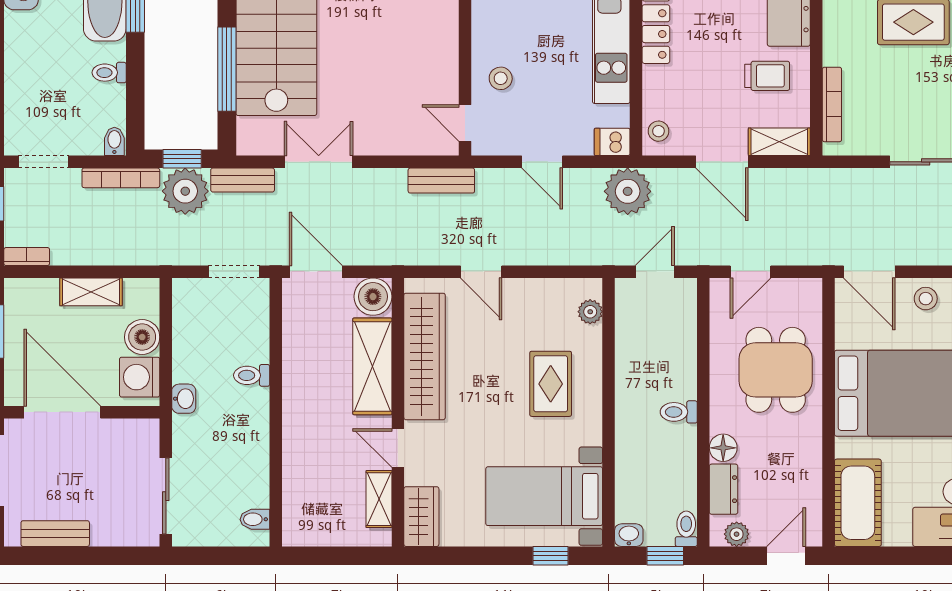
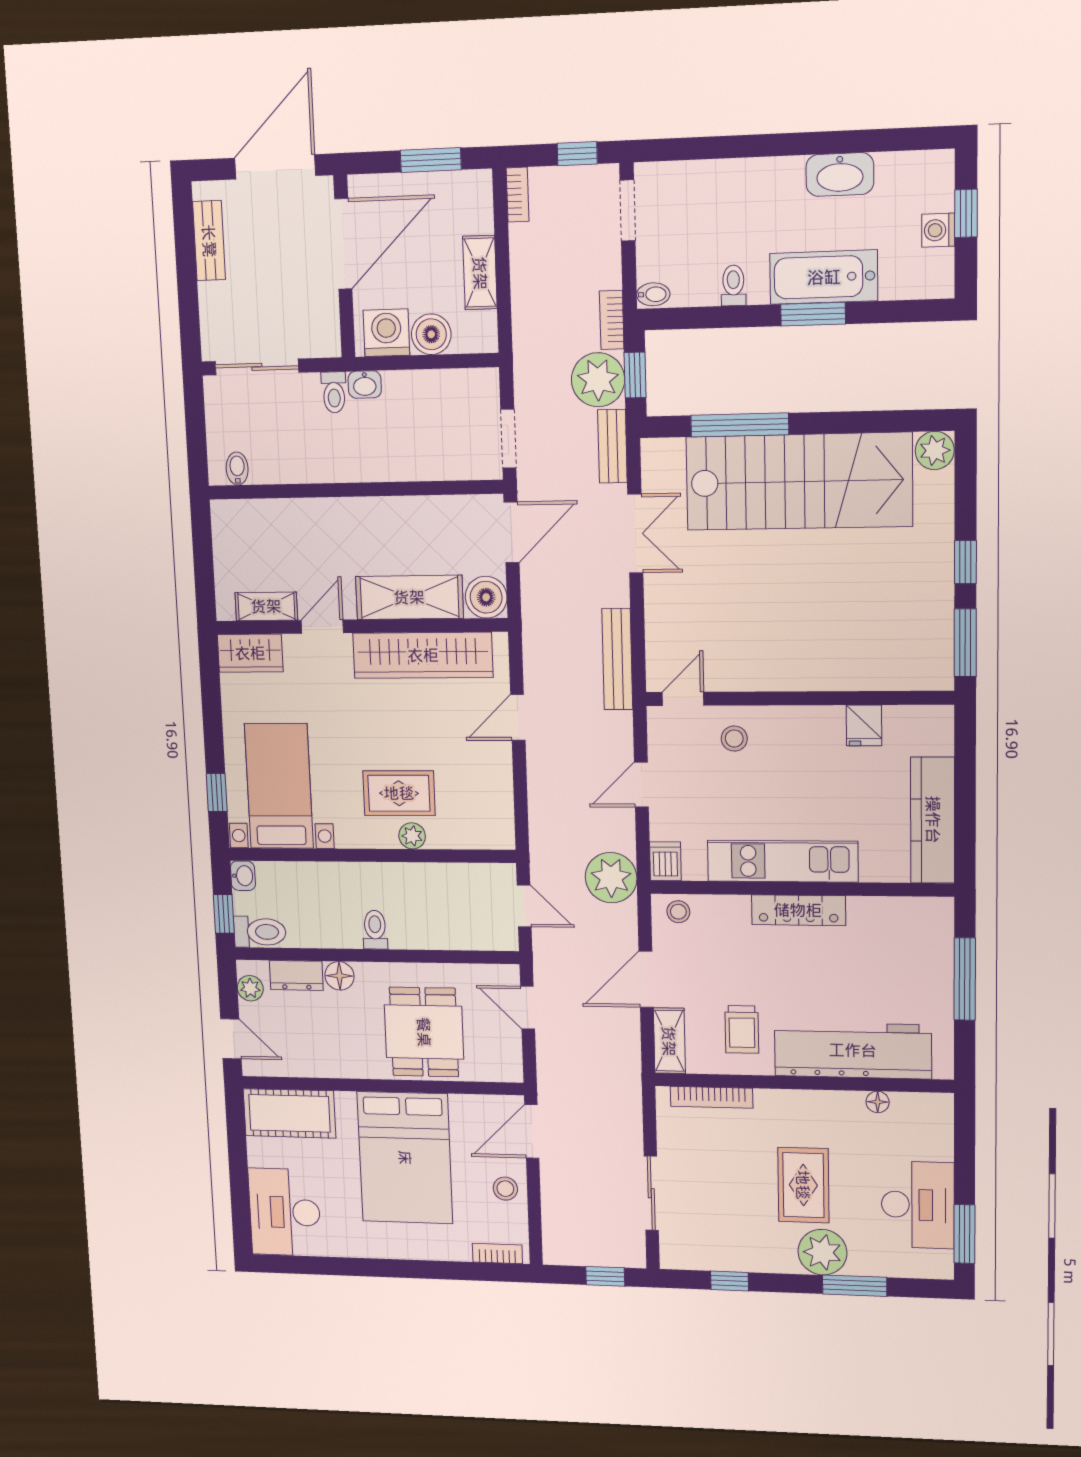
bookcase: (121, 178) -> (612, 320), width x0.64
bench: (441, 181) -> (617, 659), width x1.36
plant: (590, 312) -> (412, 836), moved
dining table: (776, 370) -> (424, 1032), turned 90
toilet: (252, 375) -> (334, 392), moved, turned 180
toilet: (686, 529) -> (260, 932), width x1.37, depth x1.39

